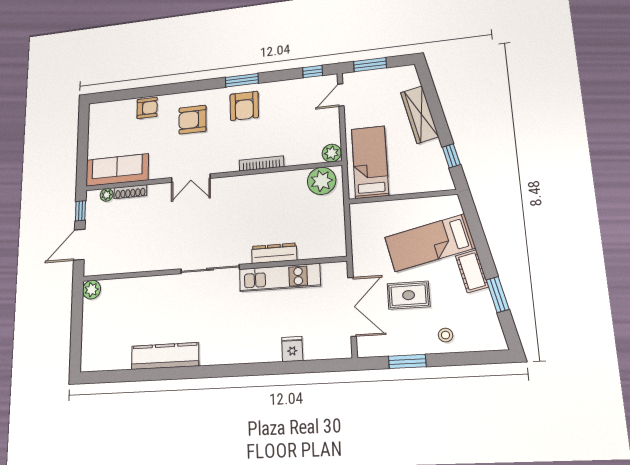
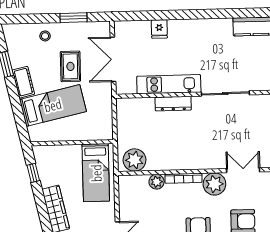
plant: (332, 153) -> (157, 182), moved
plant: (225, 160) -> (214, 184), added
rug: (409, 295) -> (70, 66), turned 90

